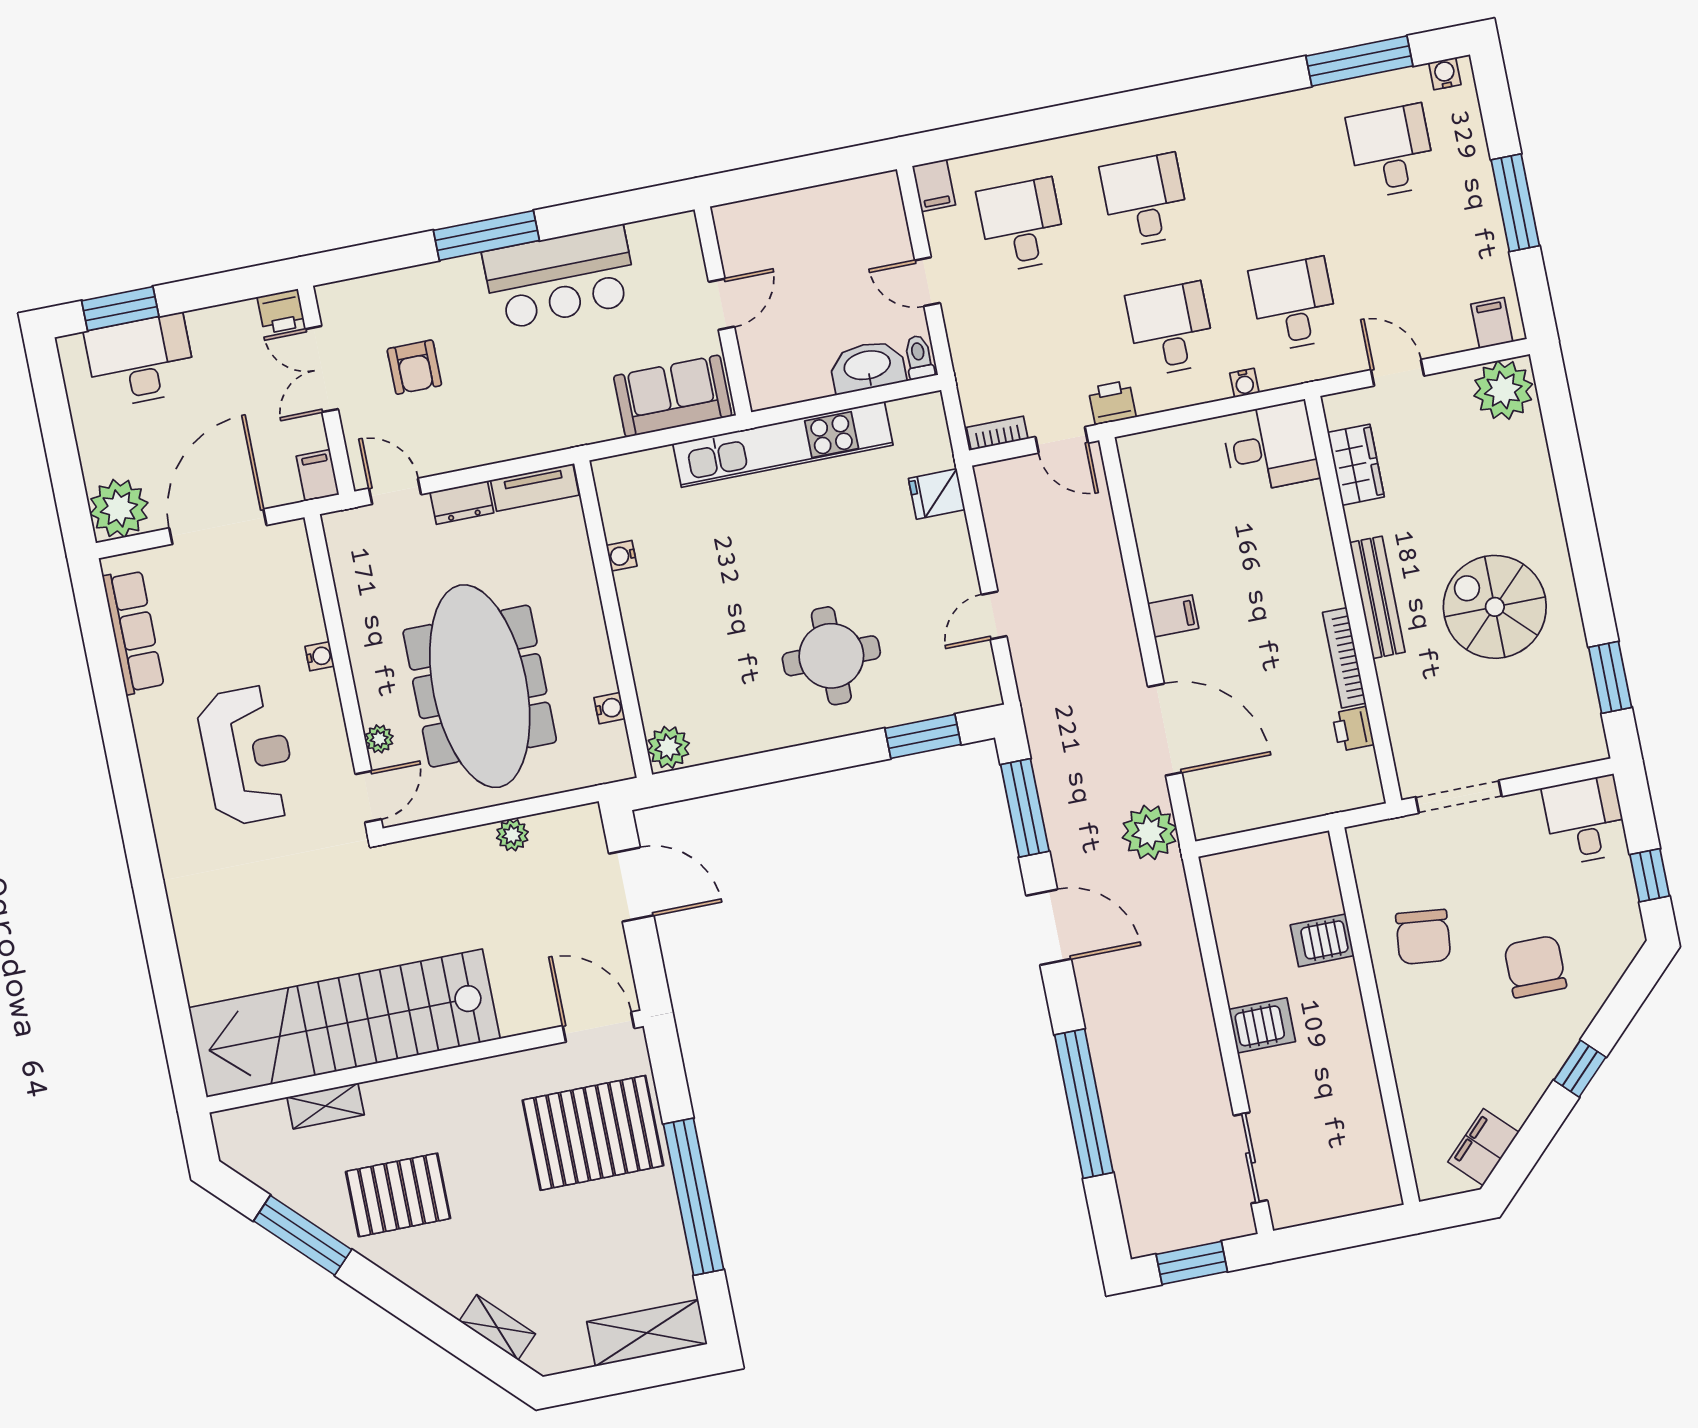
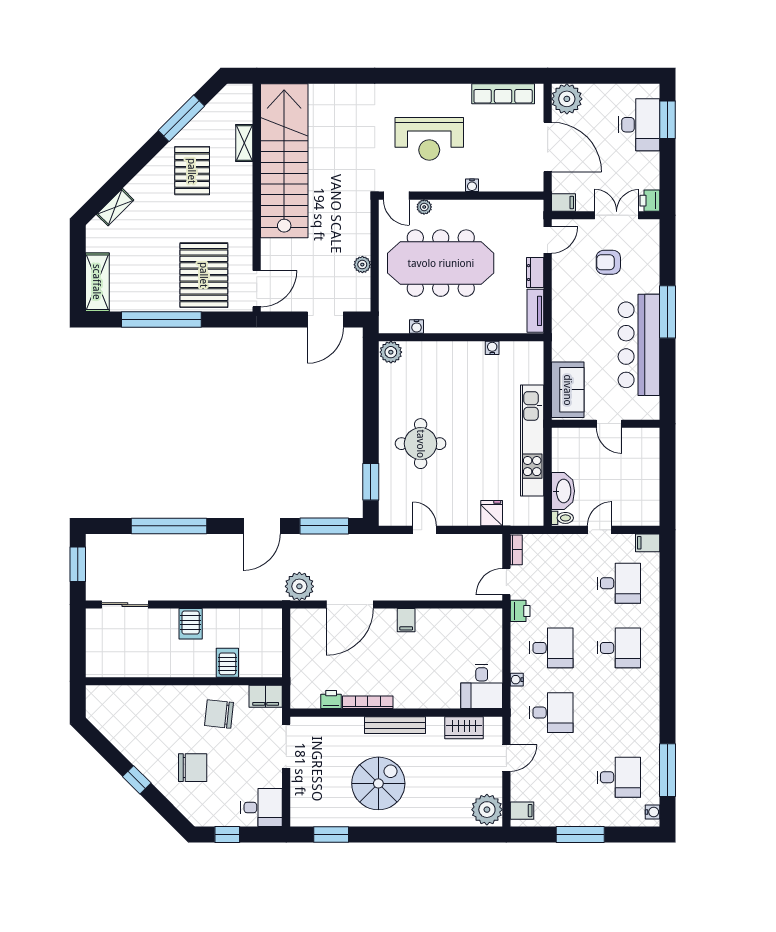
bar counter: (560, 277) -> (639, 345), width x1.36
filing cabinet: (1483, 1147) -> (266, 696), moved, turned 135

